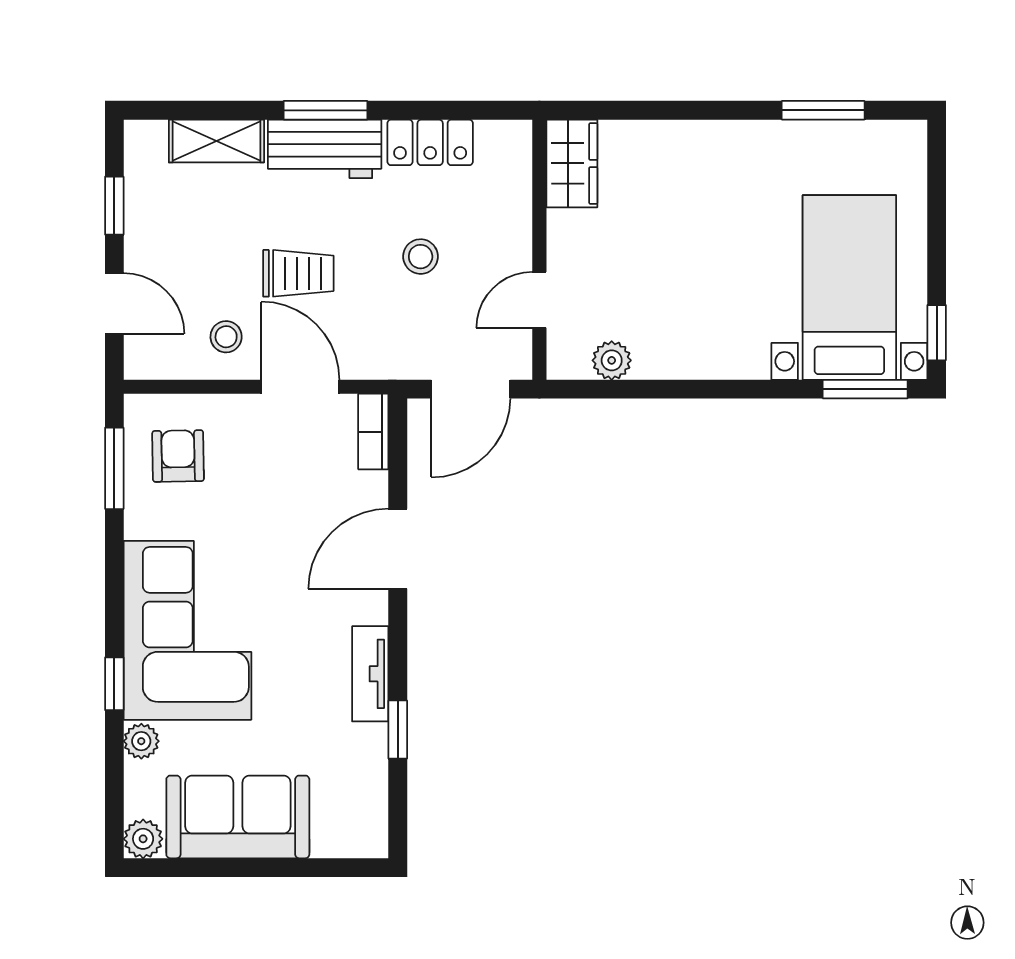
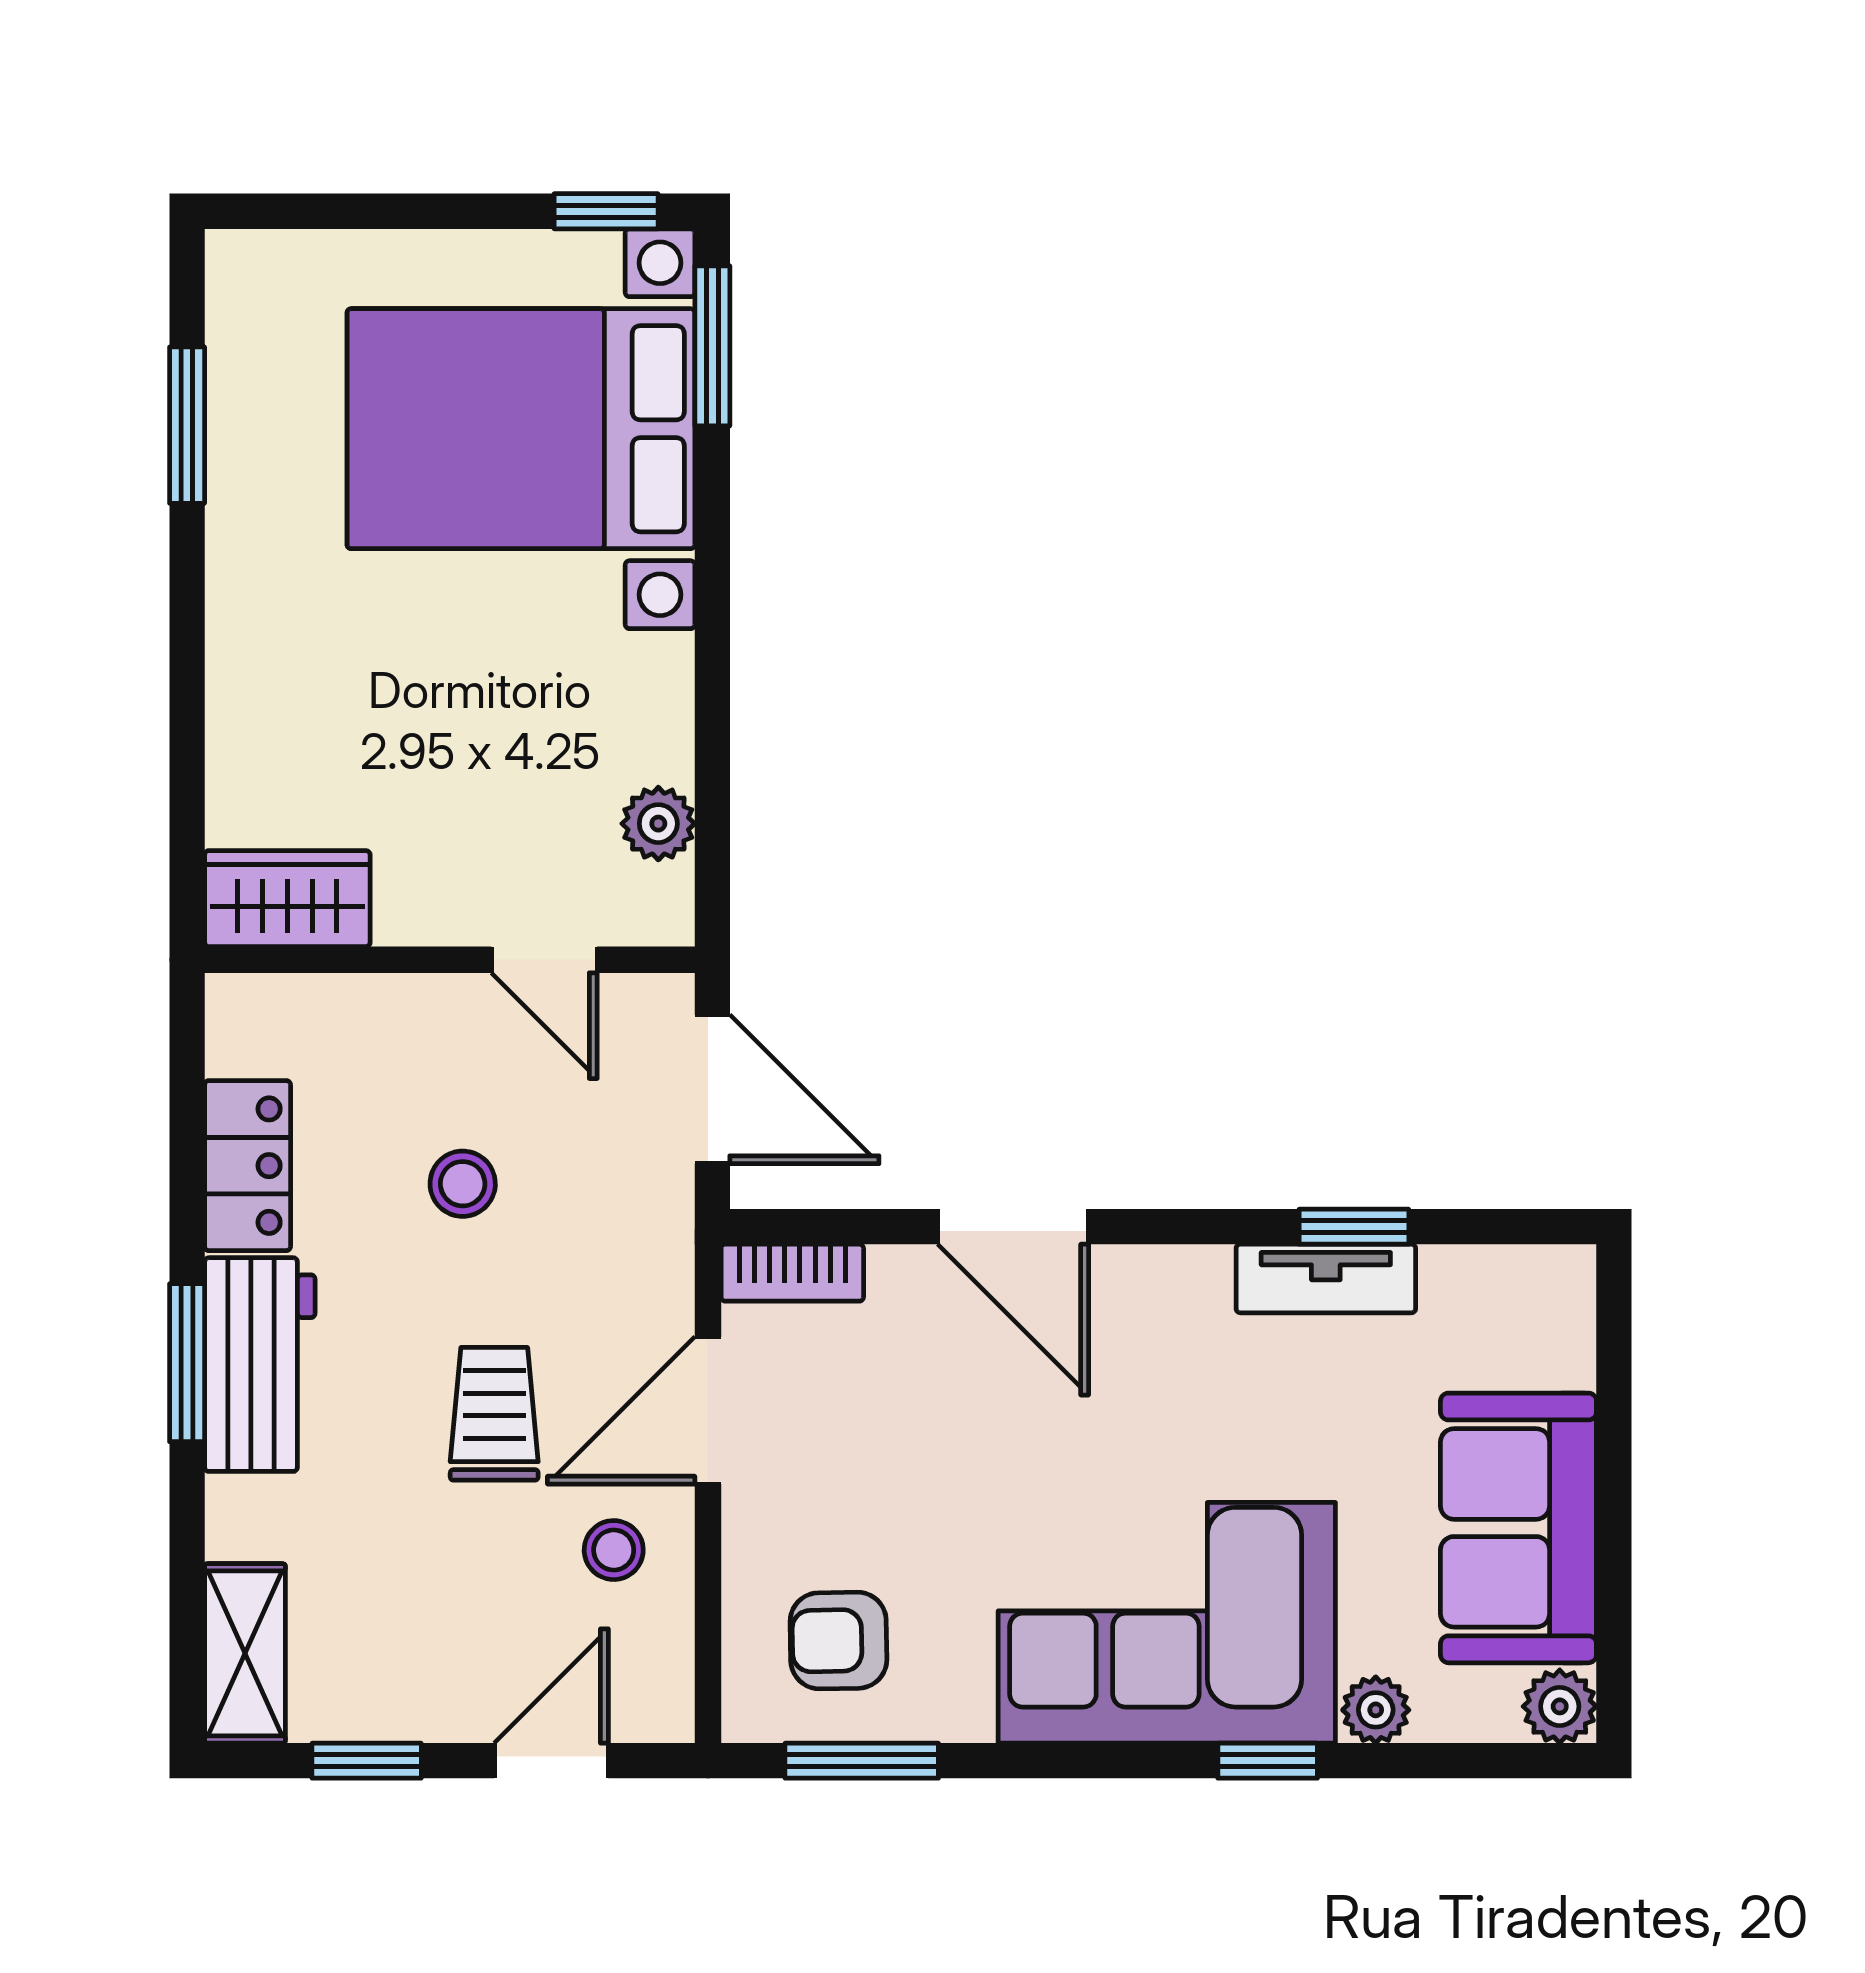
shelving: (216, 141) -> (245, 1653), moved
bed with nightstands: (849, 287) -> (521, 429), width x1.36
tv unit: (370, 674) -> (1326, 1278), moved

